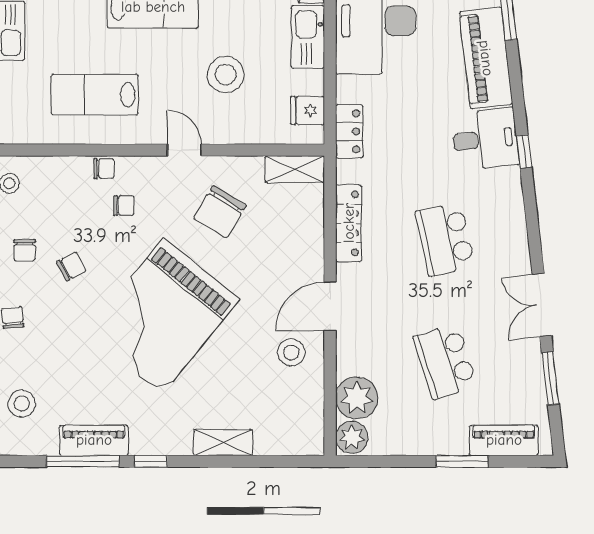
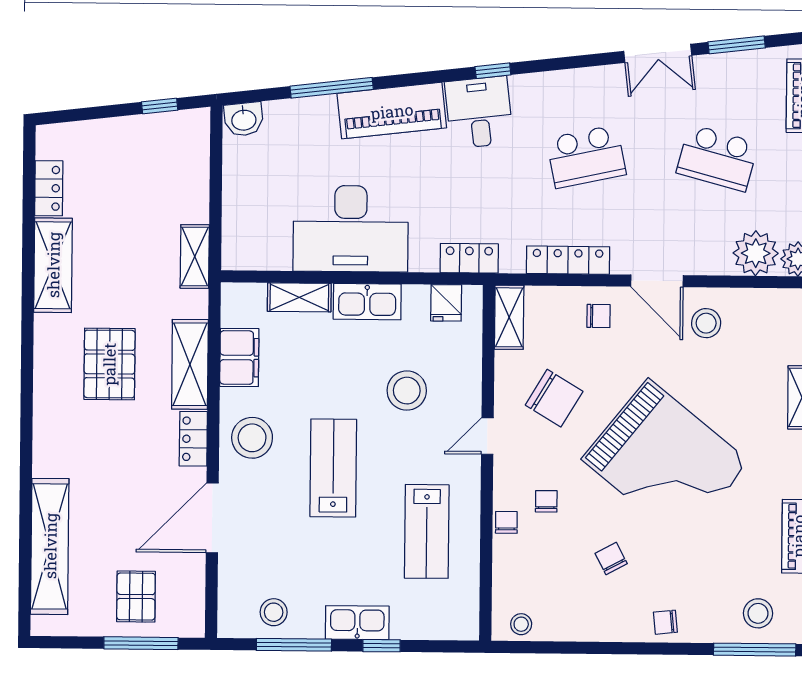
chair: (25, 250) -> (599, 316), moved
school desk: (445, 361) -> (717, 158), turned 33

